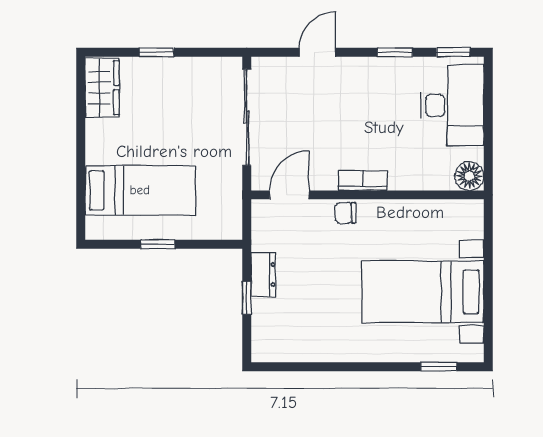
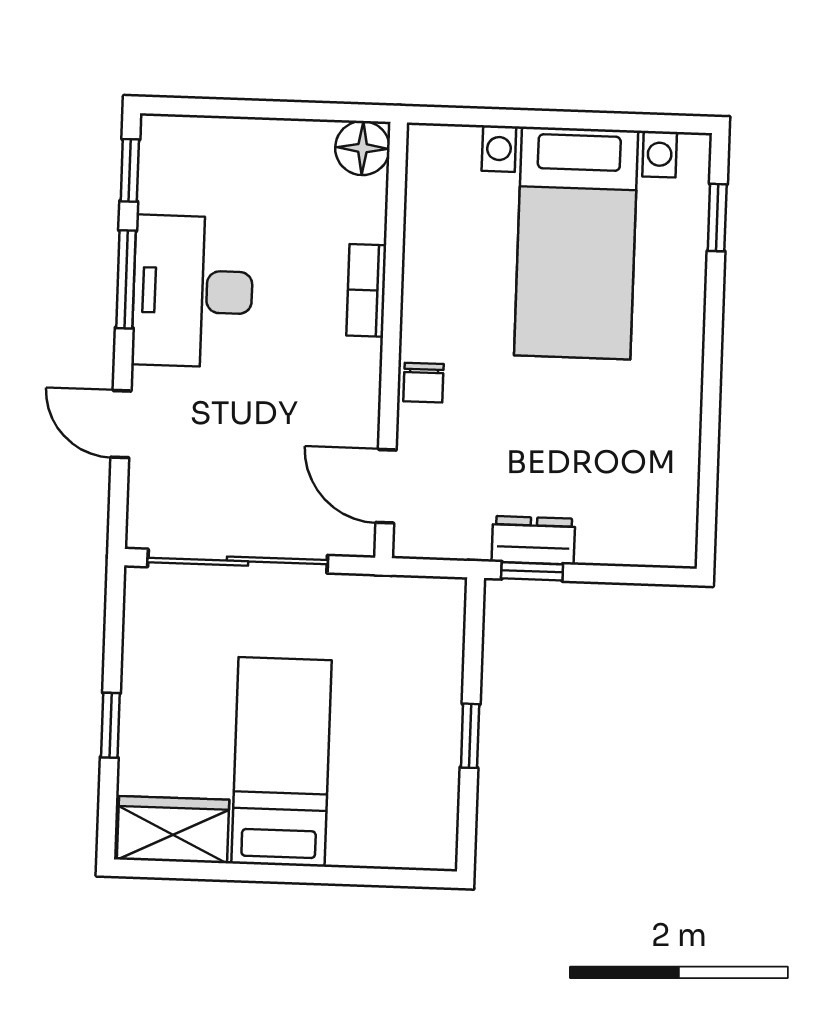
window: (395, 52) -> (126, 279), width x1.50
desk: (452, 105) -> (193, 291), moved, turned -90
bookcase: (363, 181) -> (366, 290), moved
bed: (140, 190) -> (281, 762), moved
window: (247, 298) -> (532, 571), moved

